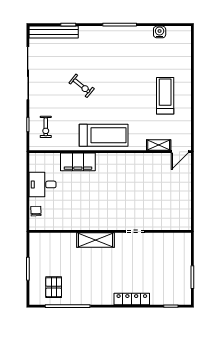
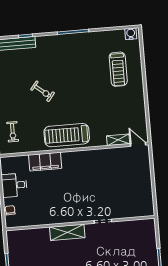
water cooler: (160, 32) -> (131, 34), moved
treadmill: (165, 96) -> (118, 69), moved, turned 180
treadmill: (104, 135) -> (67, 135), turned 180
door: (180, 152) -> (138, 144), swing flipped

